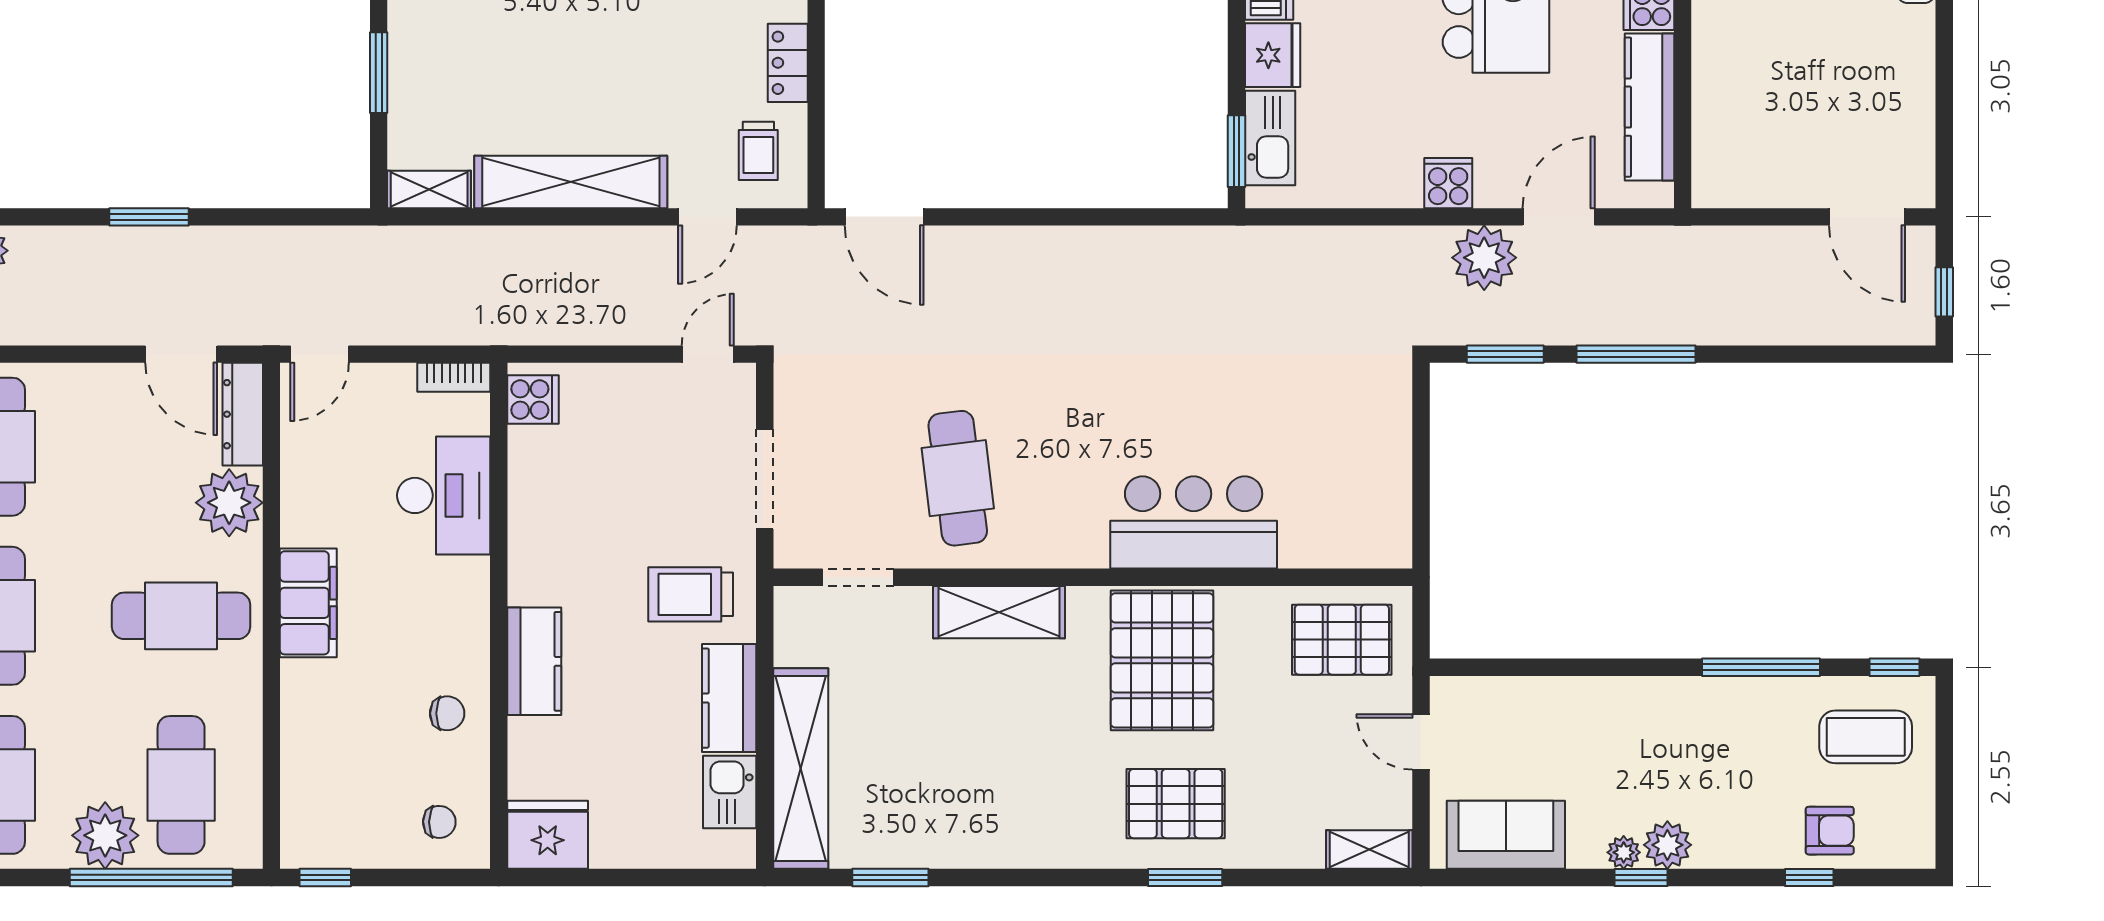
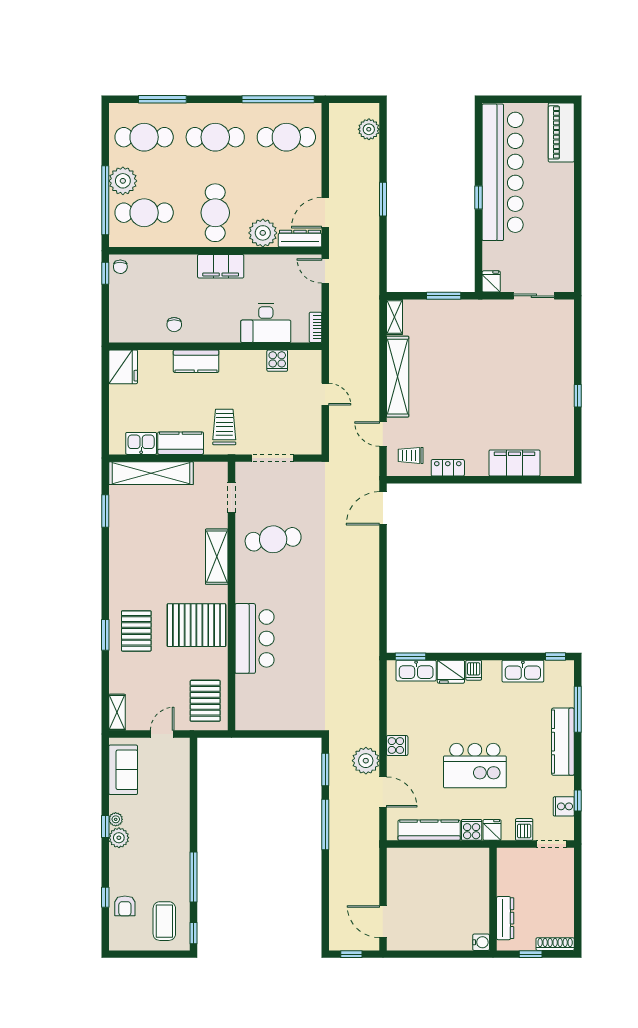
door: (1867, 217) -> (383, 922), hinge flipped
door: (708, 354) -> (325, 394), moved
cooker: (533, 399) -> (277, 361), moved
chair: (439, 822) -> (120, 267), moved

